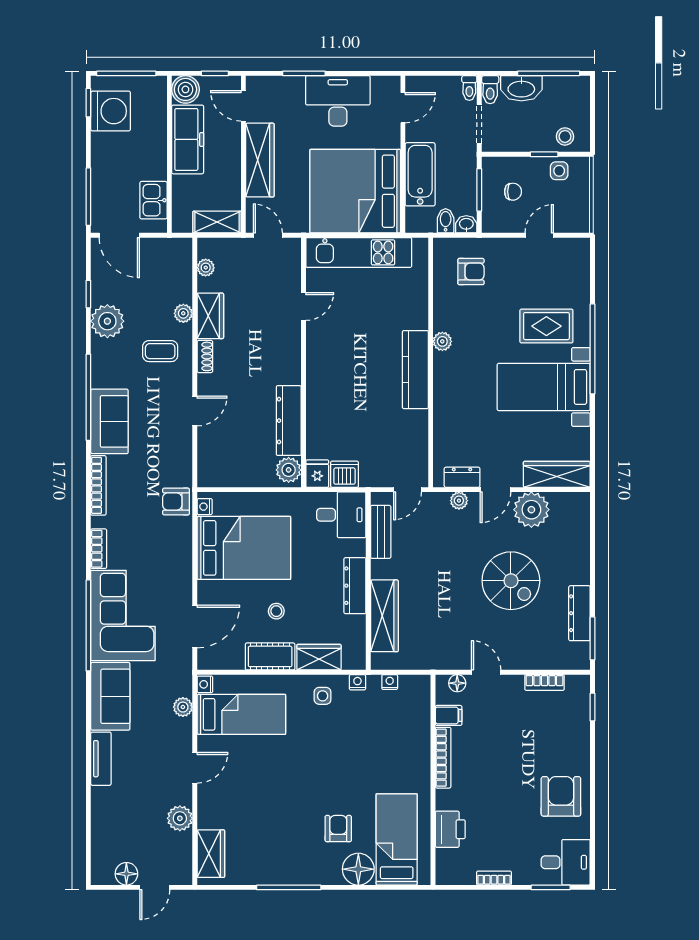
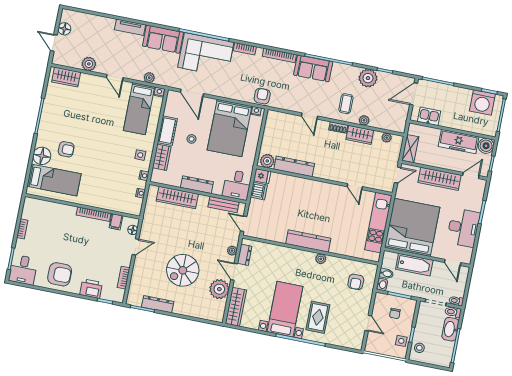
printer: (450, 829) -> (91, 289), moved, turned 180

